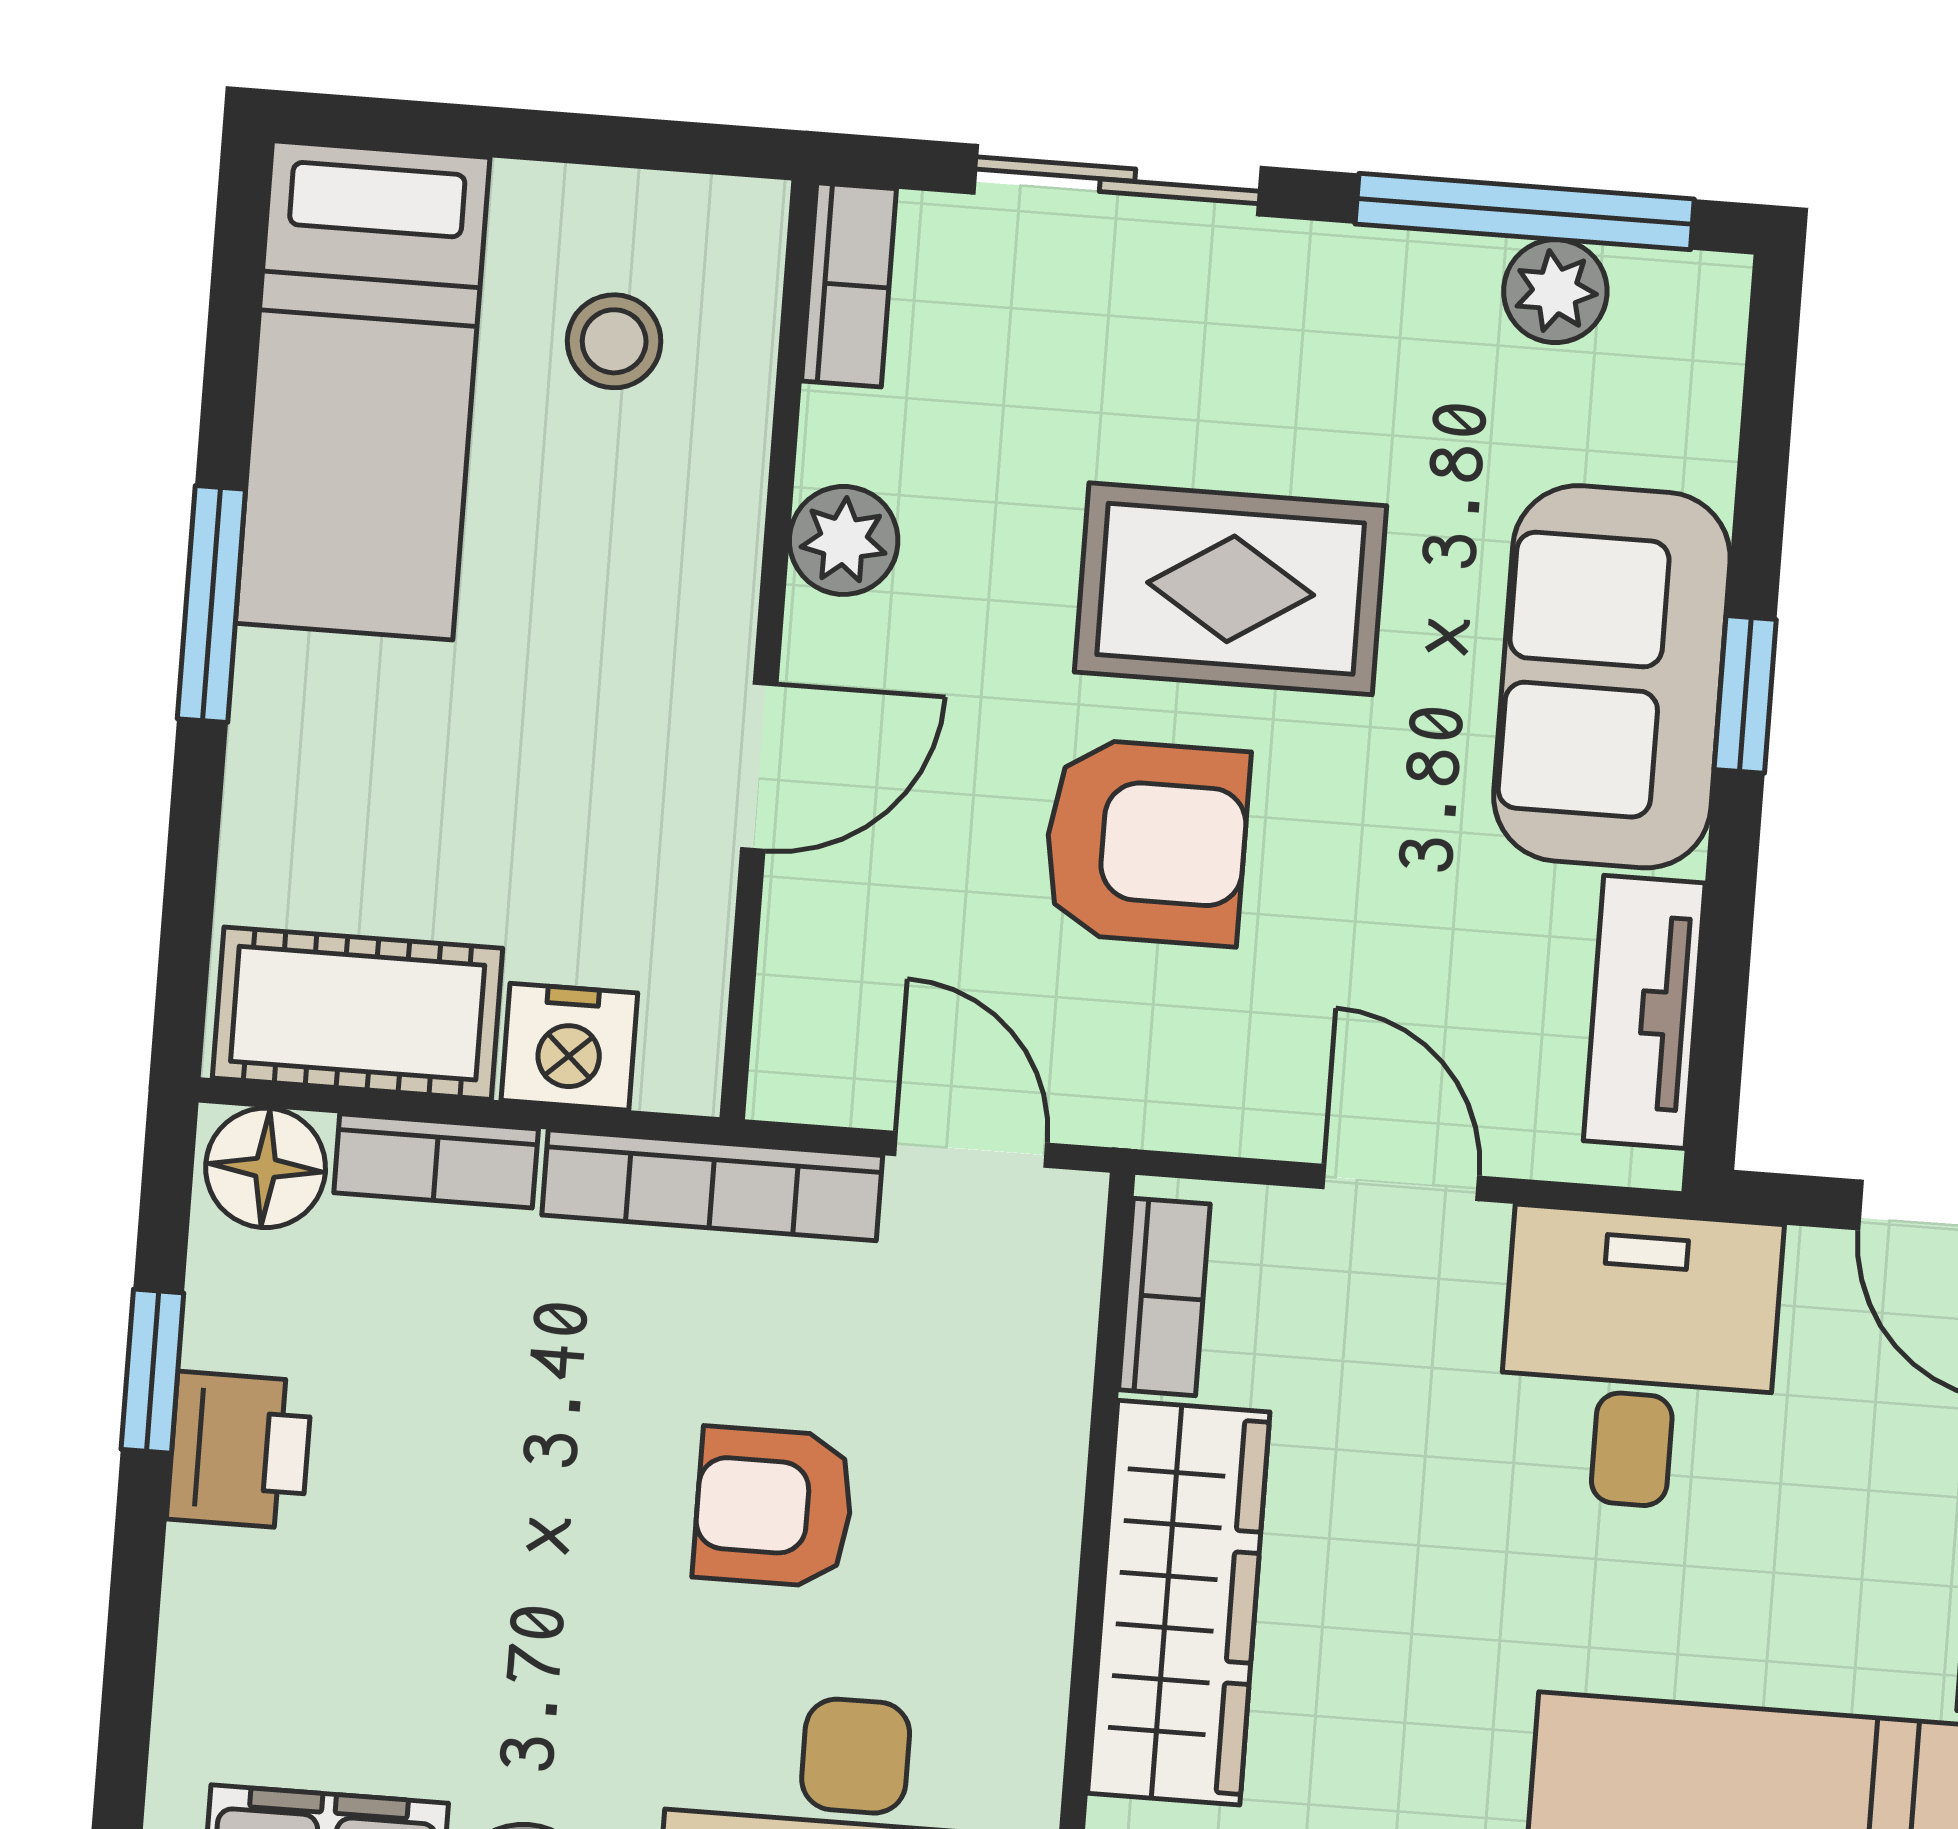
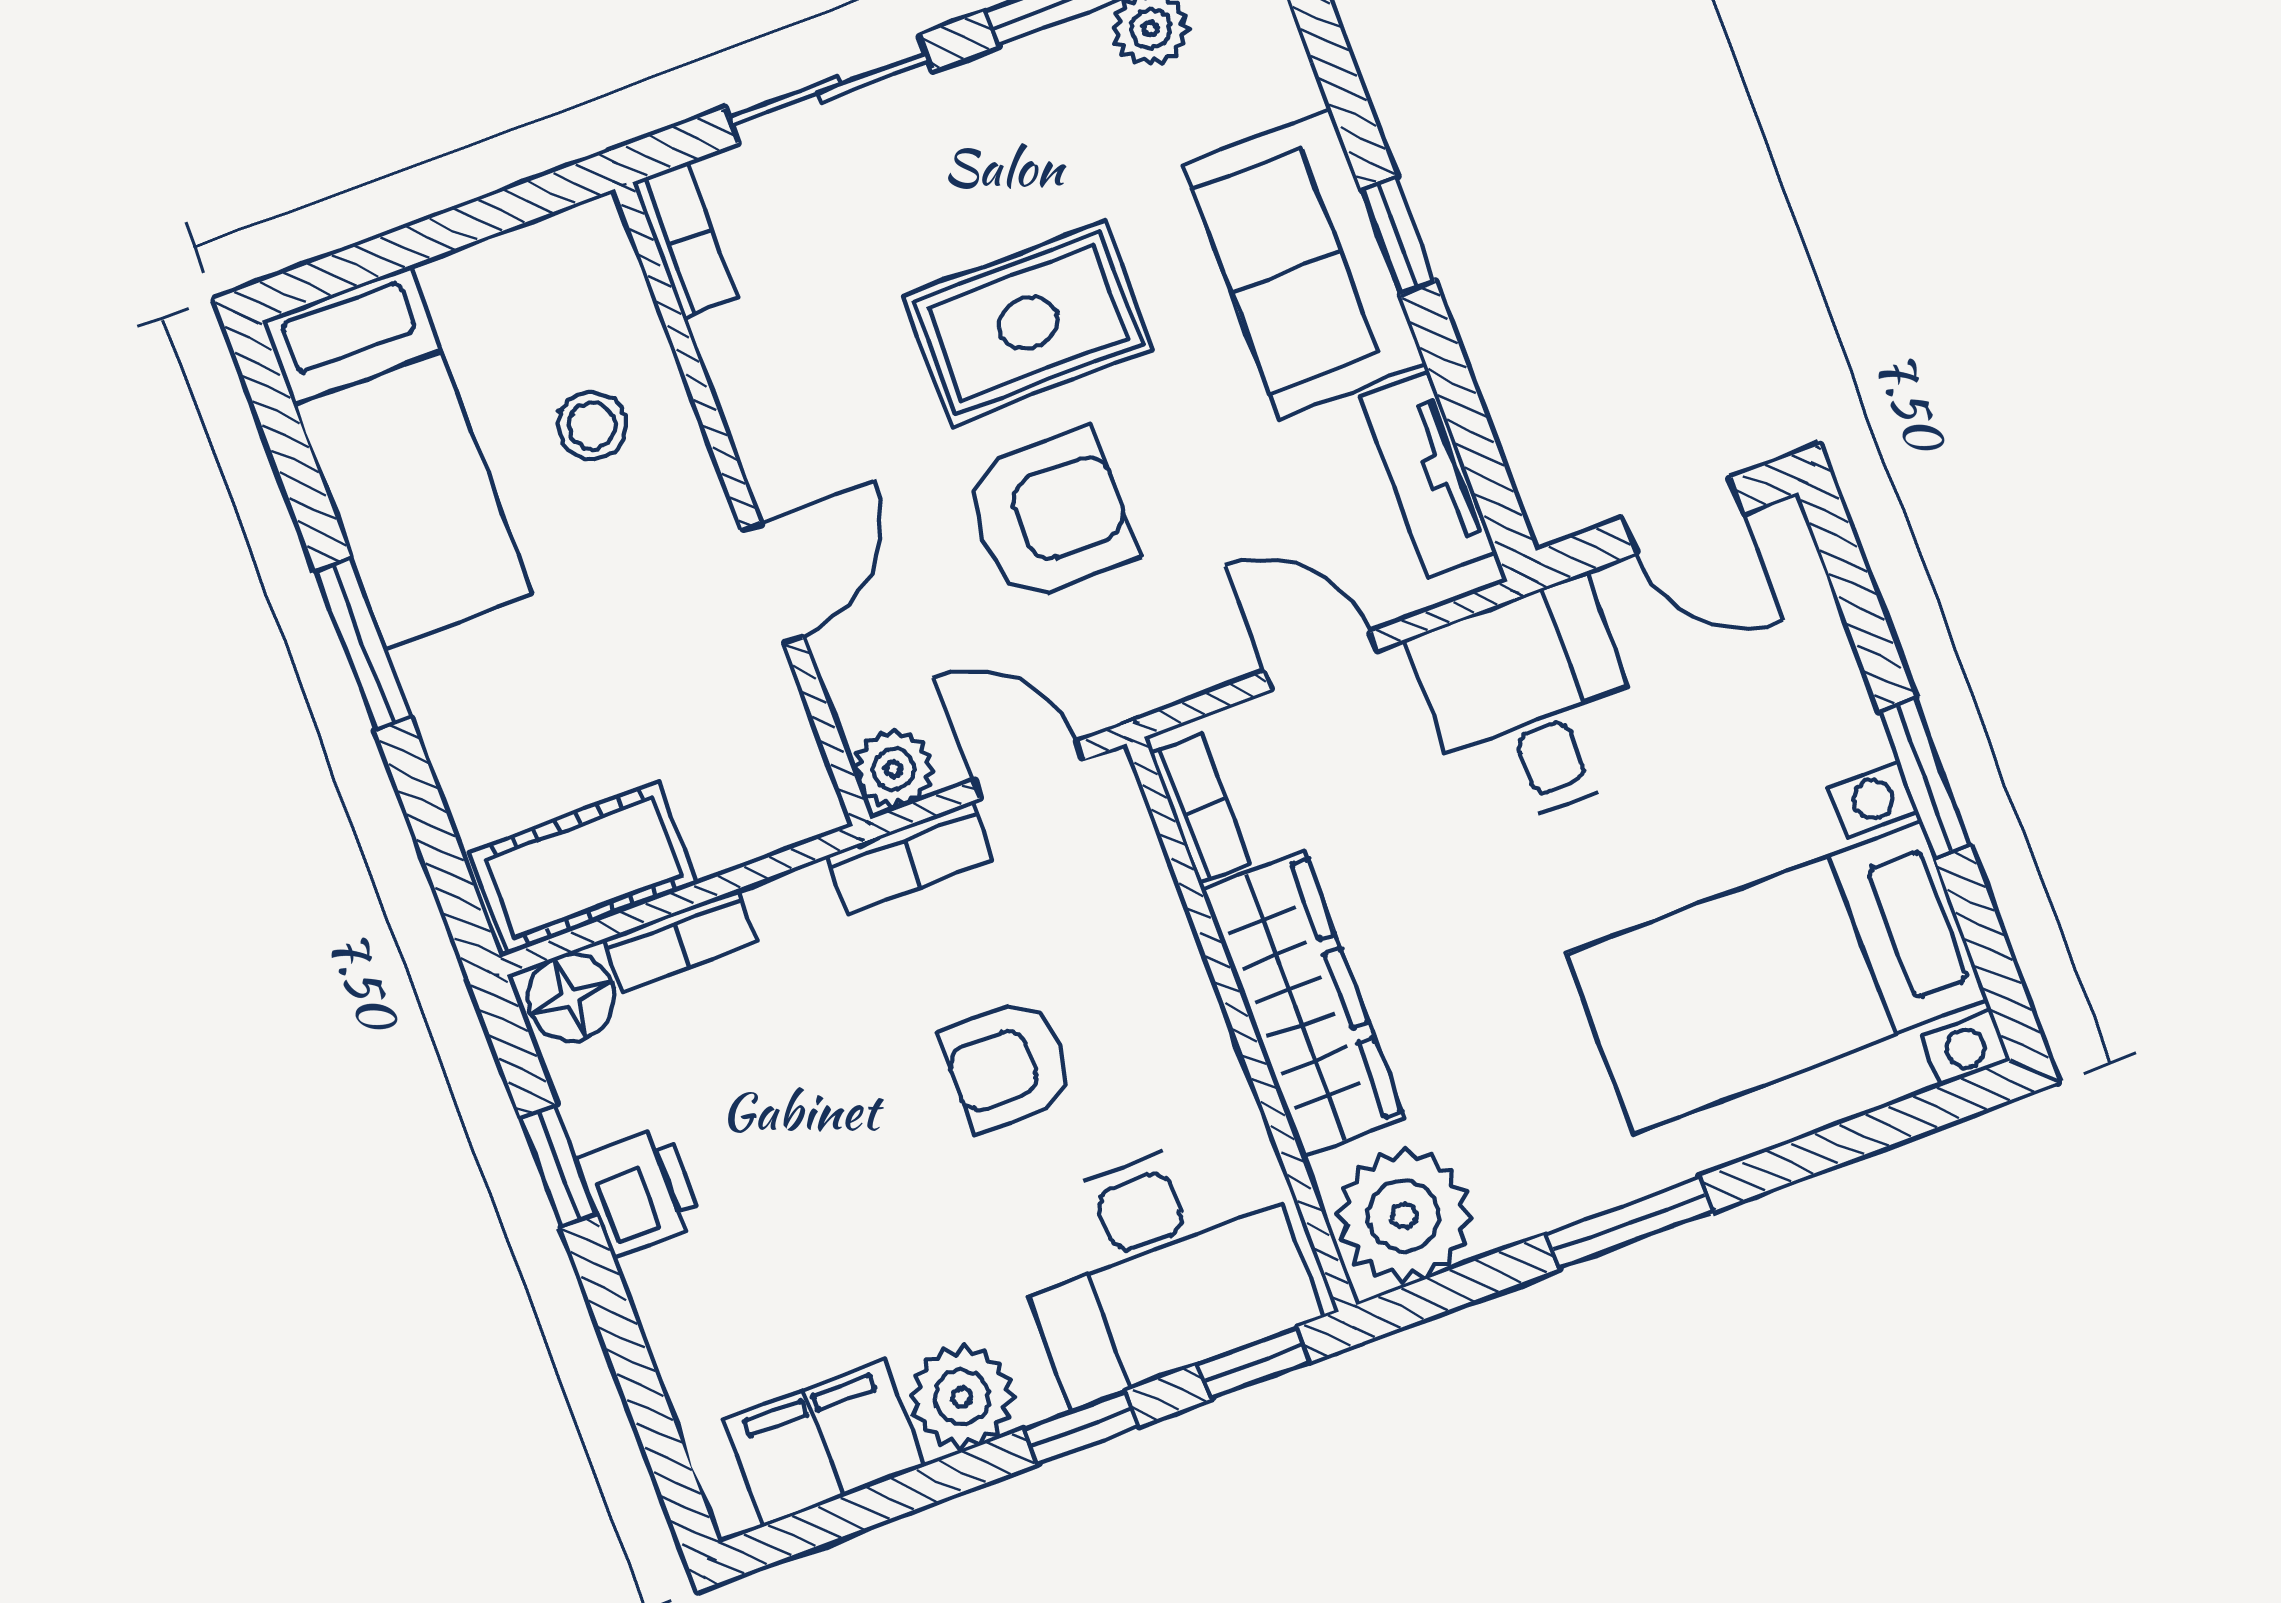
stool: (614, 341) -> (592, 426), moved
plant: (844, 540) -> (893, 769), moved
nightstand: (569, 1047) -> (733, 825), removed
bookcase: (712, 1185) -> (910, 857), width x0.64

